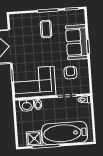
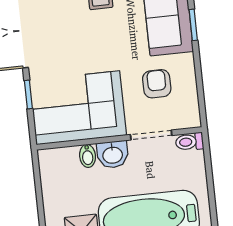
washbasin: (27, 106) -> (113, 154), moved

